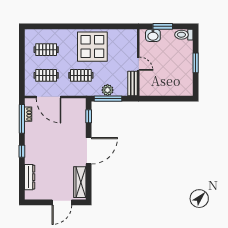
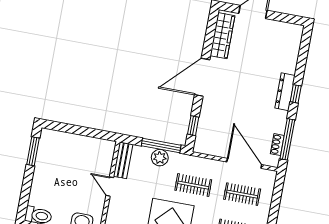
window: (196, 63) -> (33, 151), moved
dresser: (30, 177) -> (285, 92), moved

